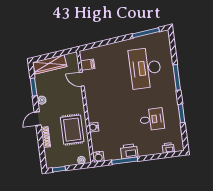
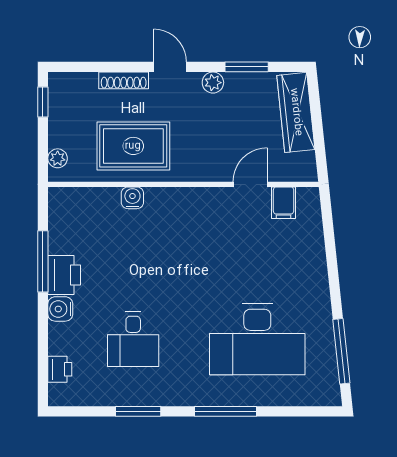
desk: (145, 68) -> (257, 339), turned 180
water cooler: (98, 157) -> (60, 309), moved

